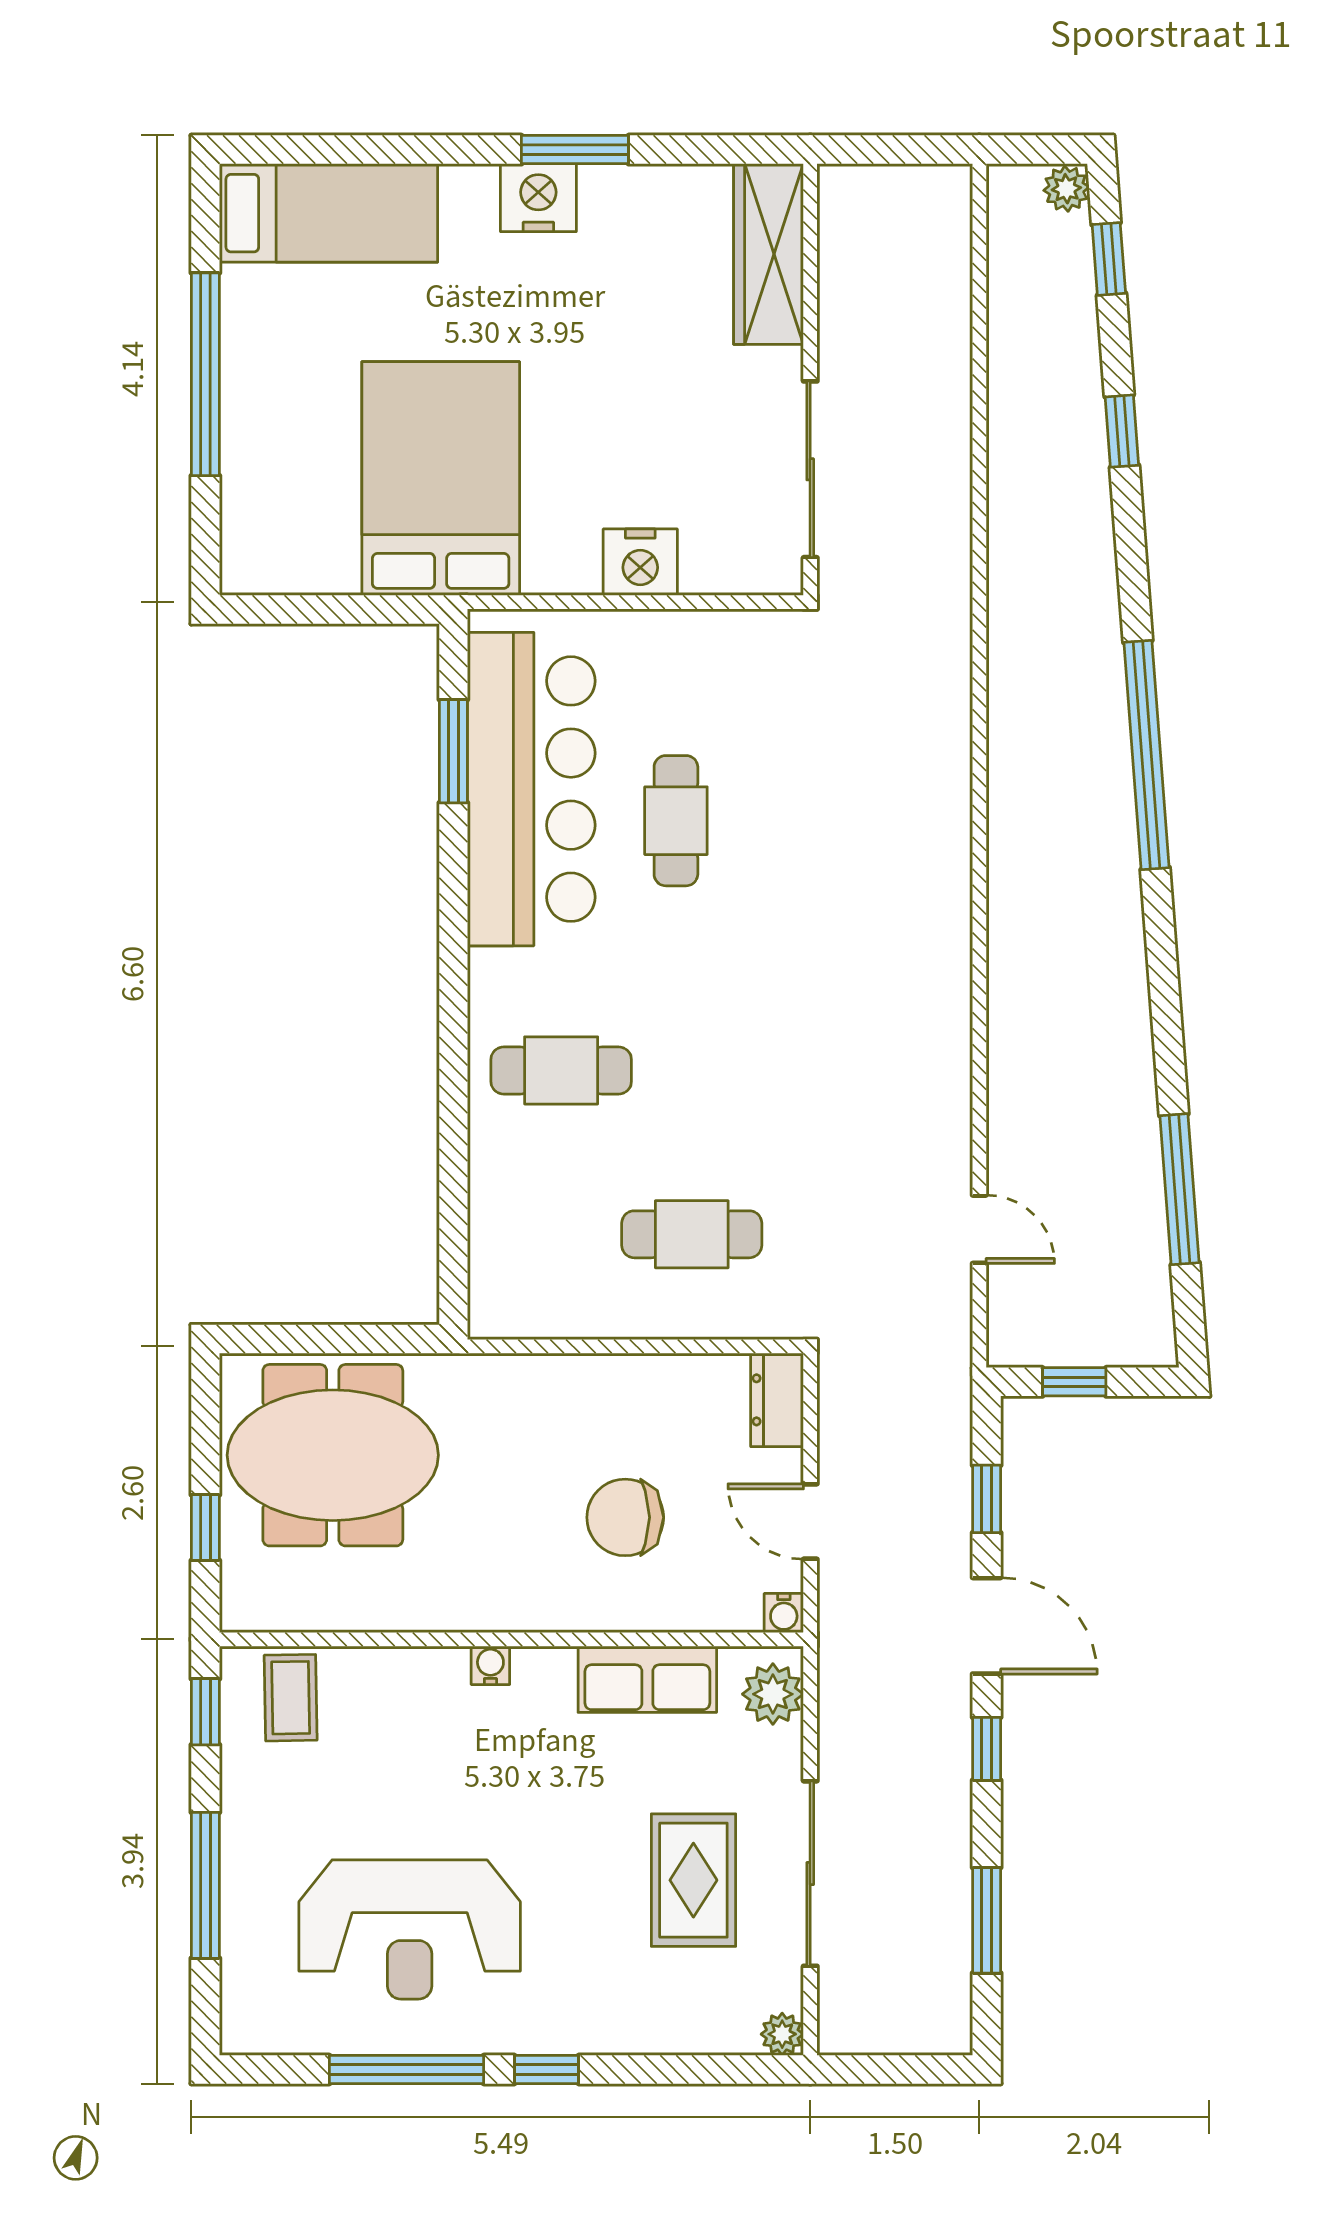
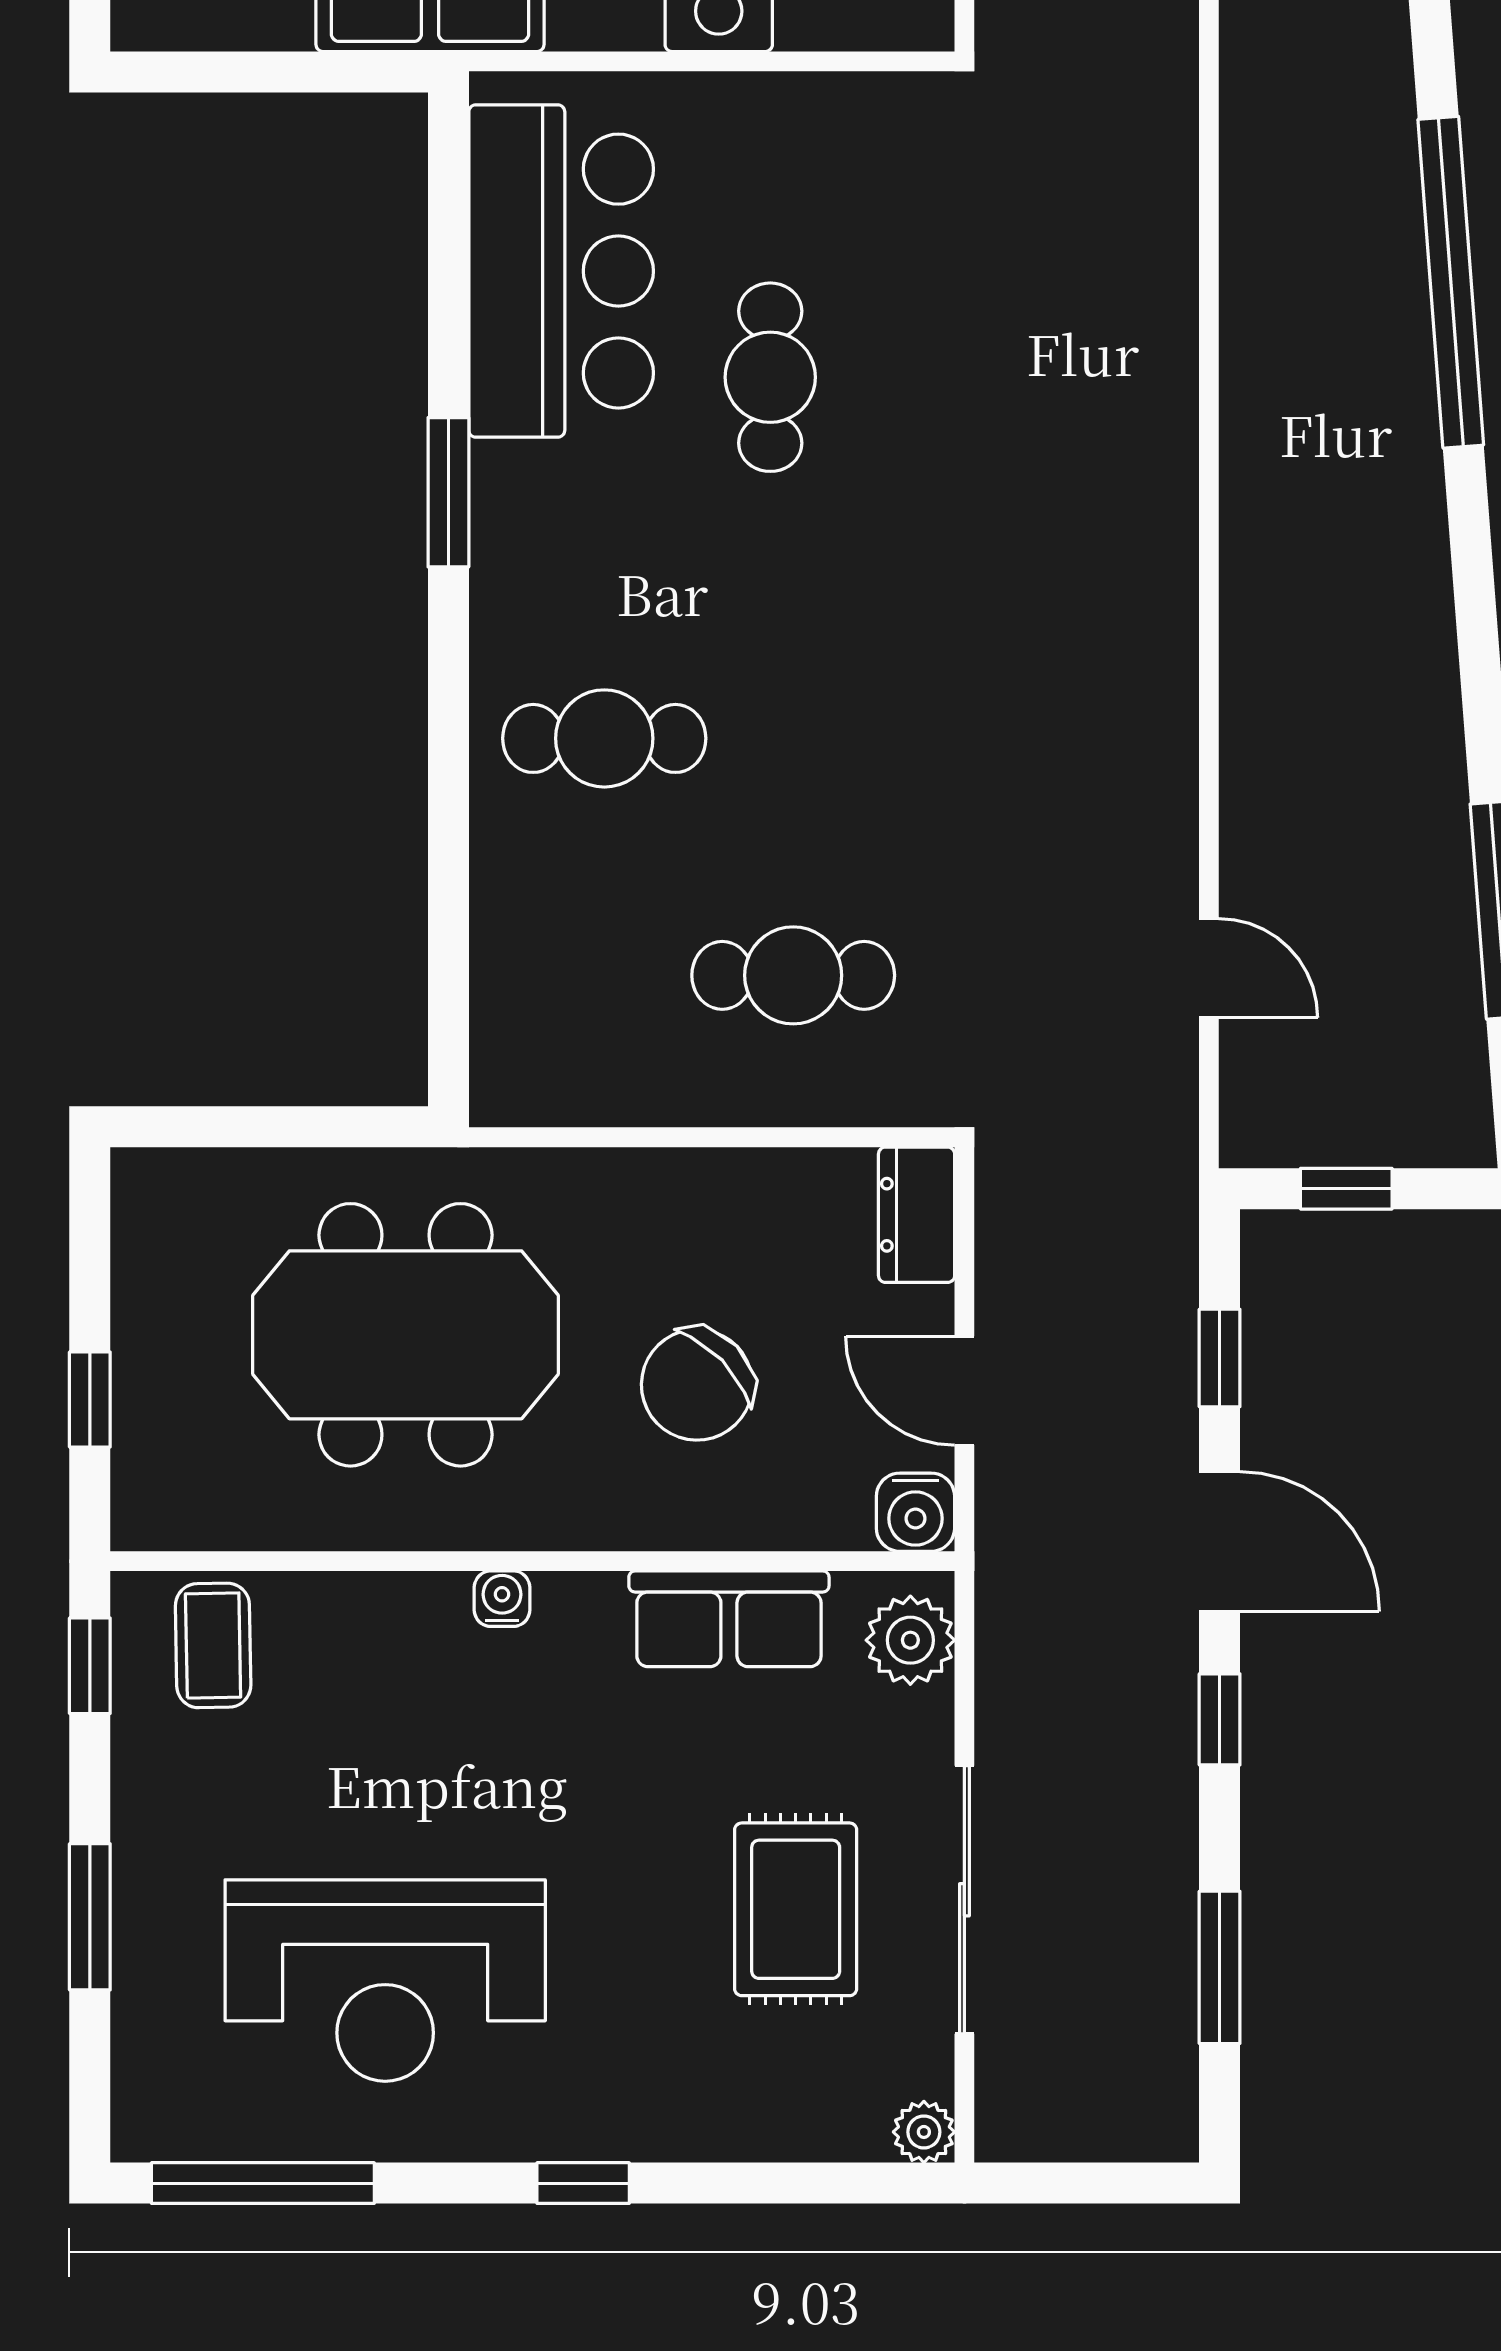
window: (453, 751) -> (448, 492), moved
bar counter: (531, 789) -> (561, 271), width x0.73
meeting table: (333, 1455) -> (405, 1335), moved
chair: (625, 1517) -> (697, 1385), turned -44
water cooler: (784, 1613) -> (915, 1512), width x1.38, depth x1.38
window: (205, 1885) -> (90, 1917), width x0.69
window: (407, 2069) -> (263, 2183), moved

